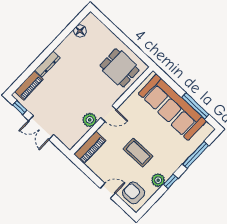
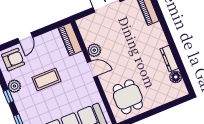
dresser: (47, 64) -> (169, 59), moved
dining table: (120, 68) -> (128, 97), turned 90
door: (109, 114) -> (92, 69), swing flipped

